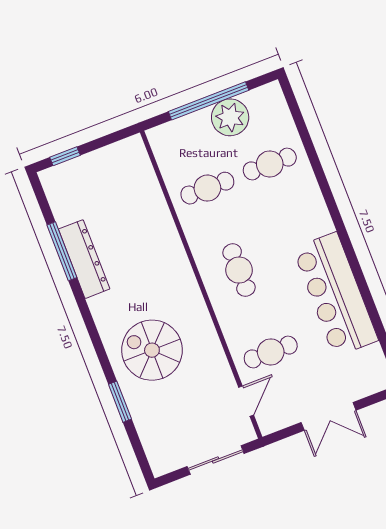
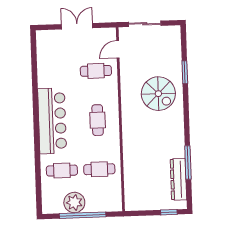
dresser: (84, 259) -> (178, 179), moved
bar counter: (335, 294) -> (52, 121), moved

